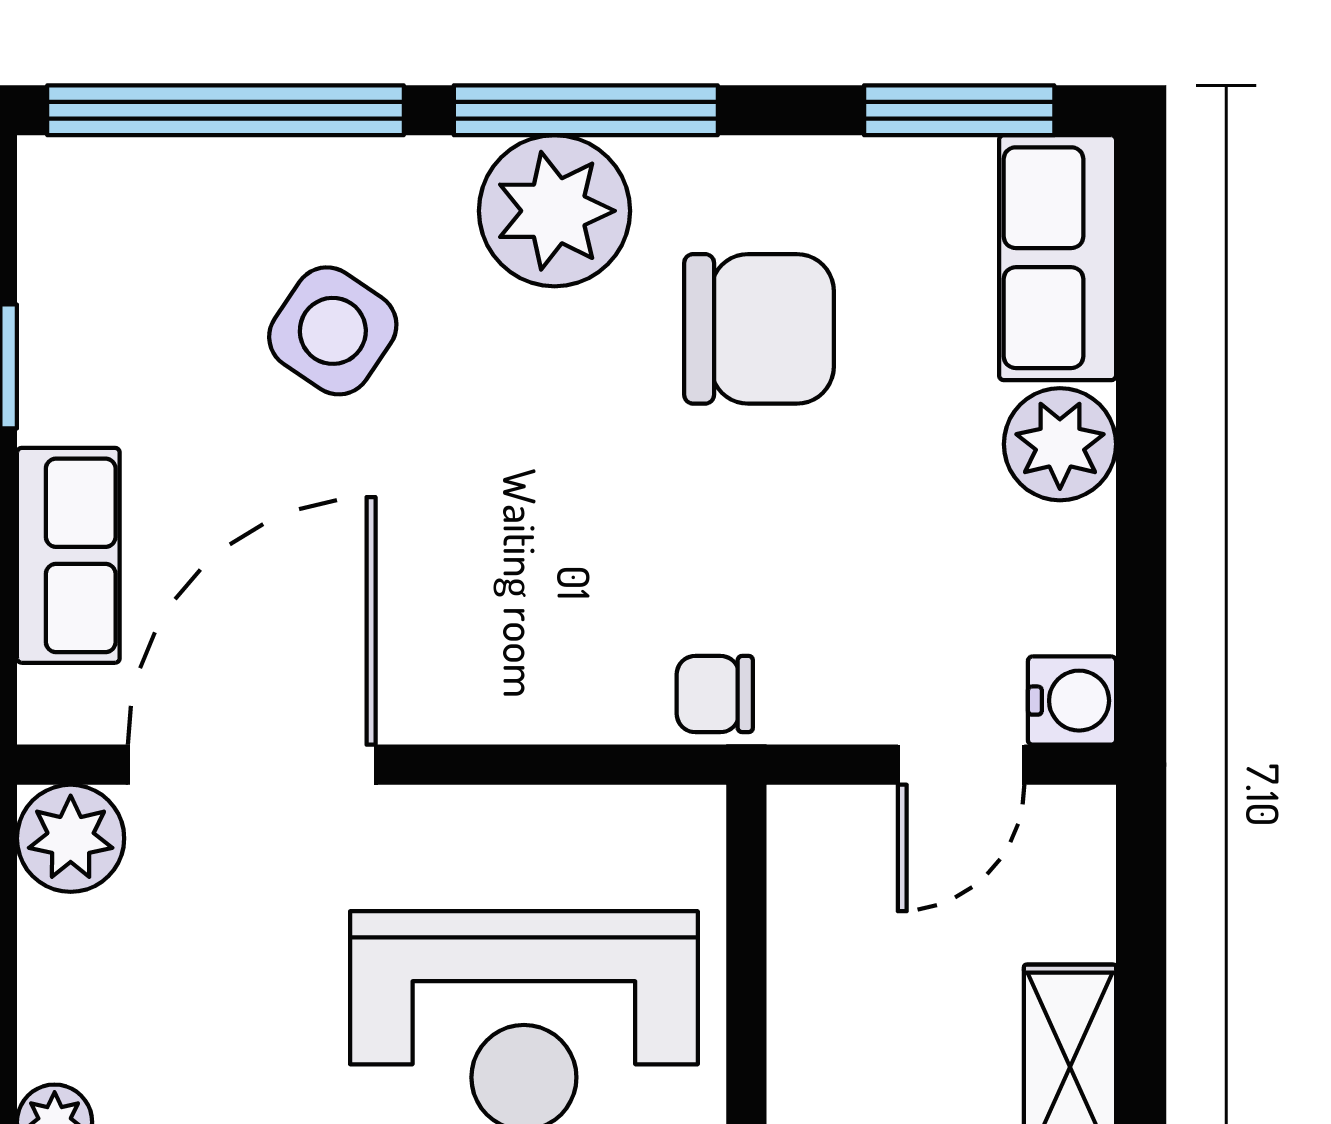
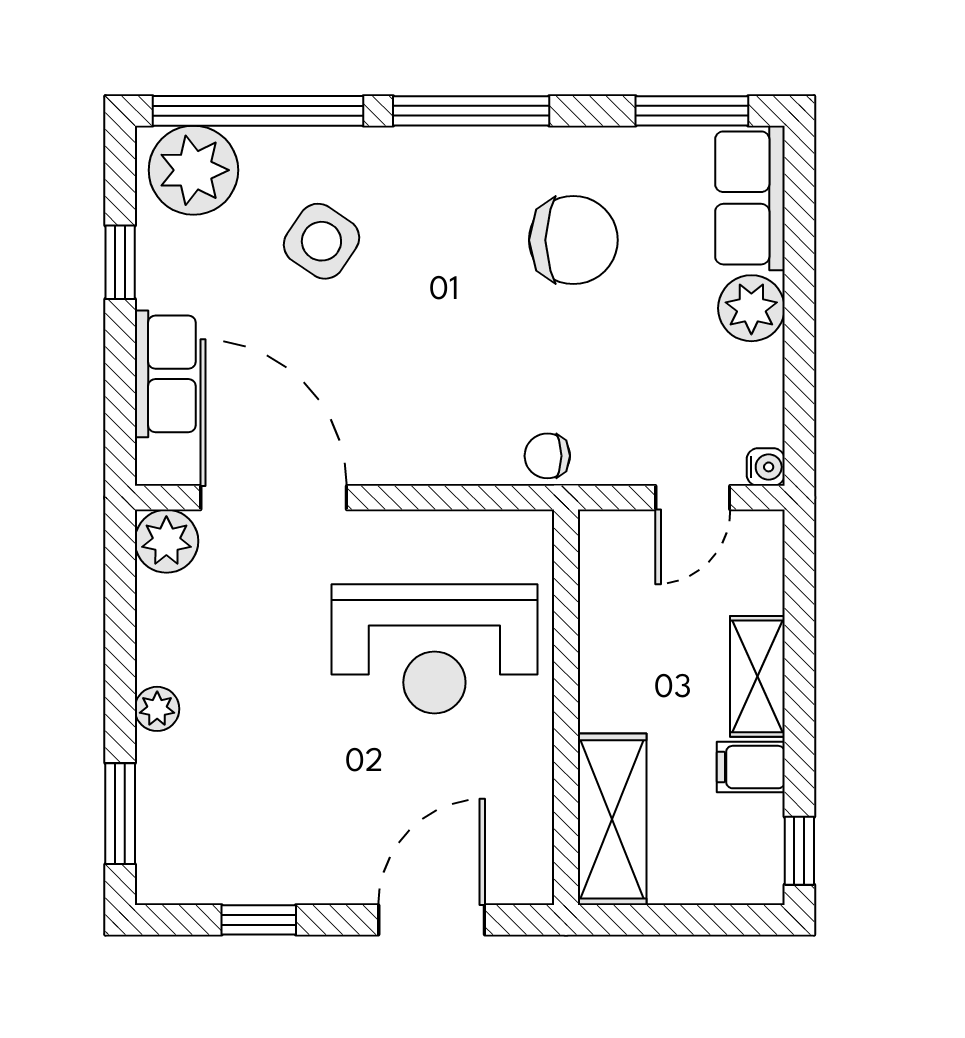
plant: (555, 211) -> (193, 170), moved
water cooler: (1072, 701) -> (766, 467), width x0.72, depth x0.72
door: (252, 765) -> (274, 498), hinge flipped

